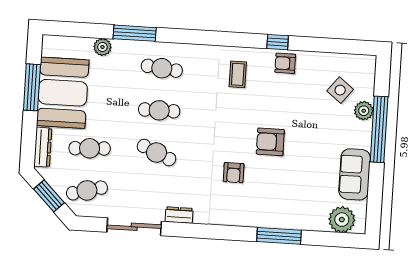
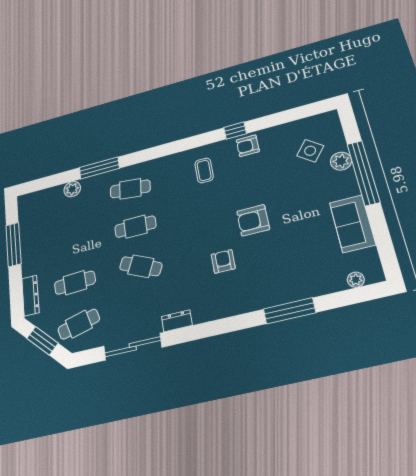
booth: (63, 93) -> (42, 240), removed
armchair: (234, 173) -> (223, 261), turned 180
plant: (342, 220) -> (356, 280), width x0.53, depth x0.53

